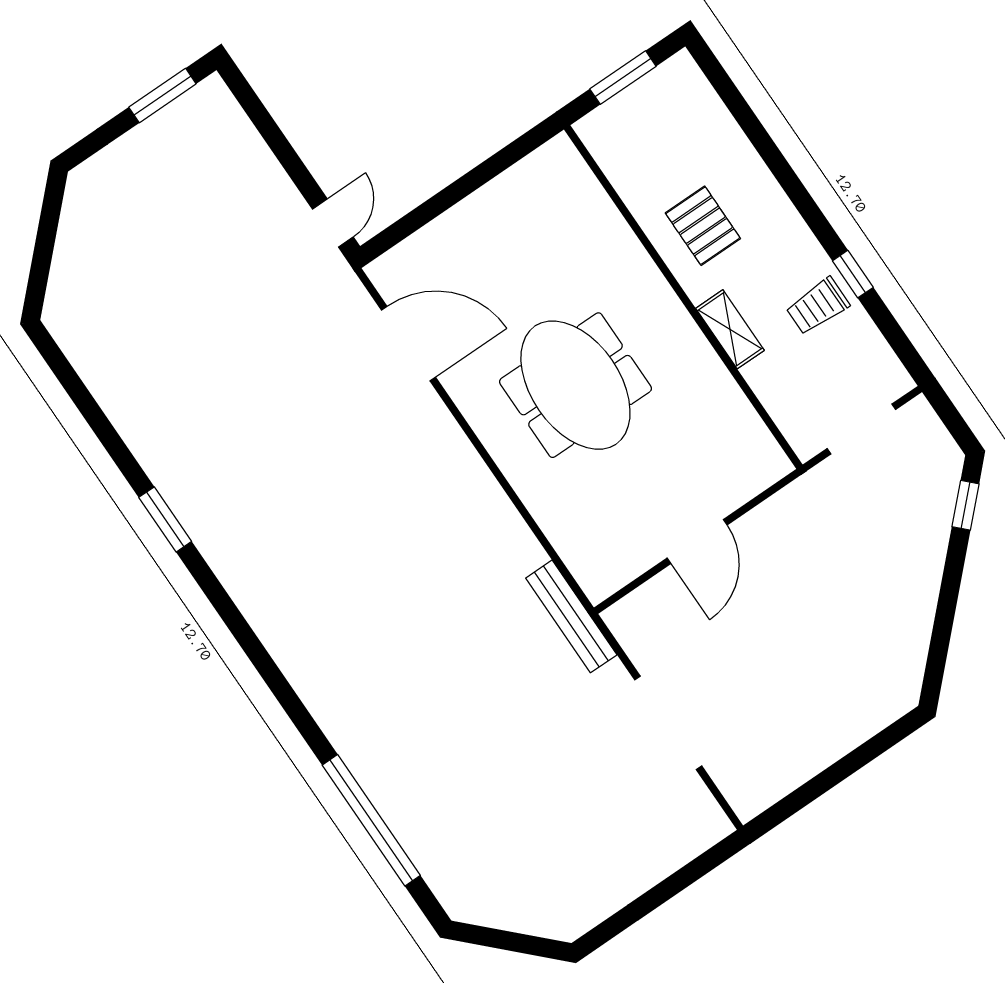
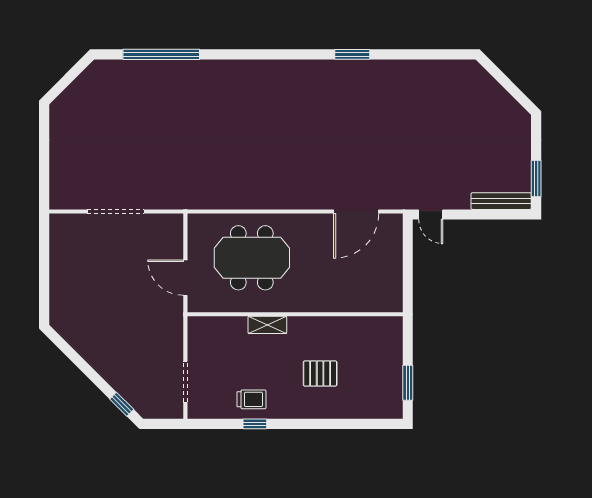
wall: (683, 297) -> (295, 314), moved
trolley: (818, 306) -> (251, 399), turned 90
shelving: (730, 329) -> (267, 325), moved
meeting table: (575, 385) -> (252, 258), moved
bench: (571, 616) -> (501, 201), moved

